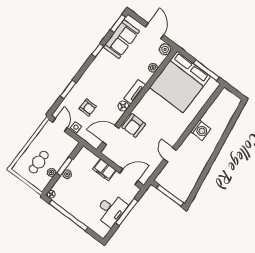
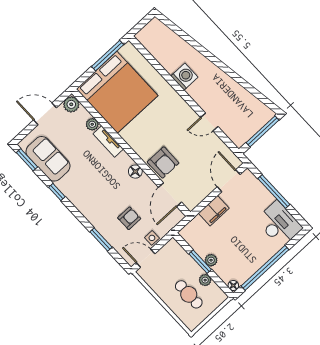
tv unit: (135, 92) -> (108, 141), moved
desk: (111, 210) -> (279, 224), moved

